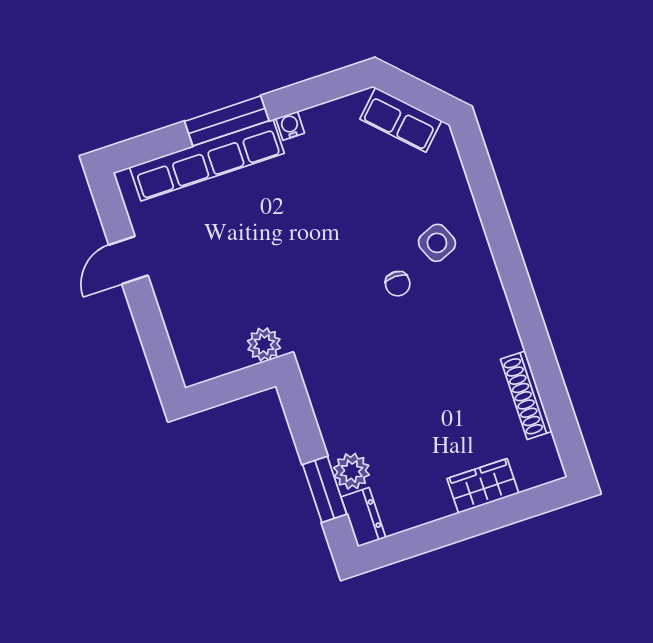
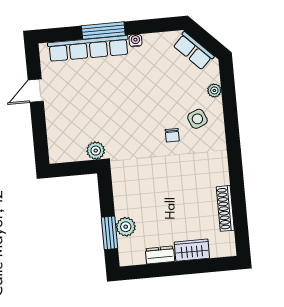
plant: (456, 184) -> (214, 90), added
dresser: (363, 517) -> (160, 255), moved, turned -90

